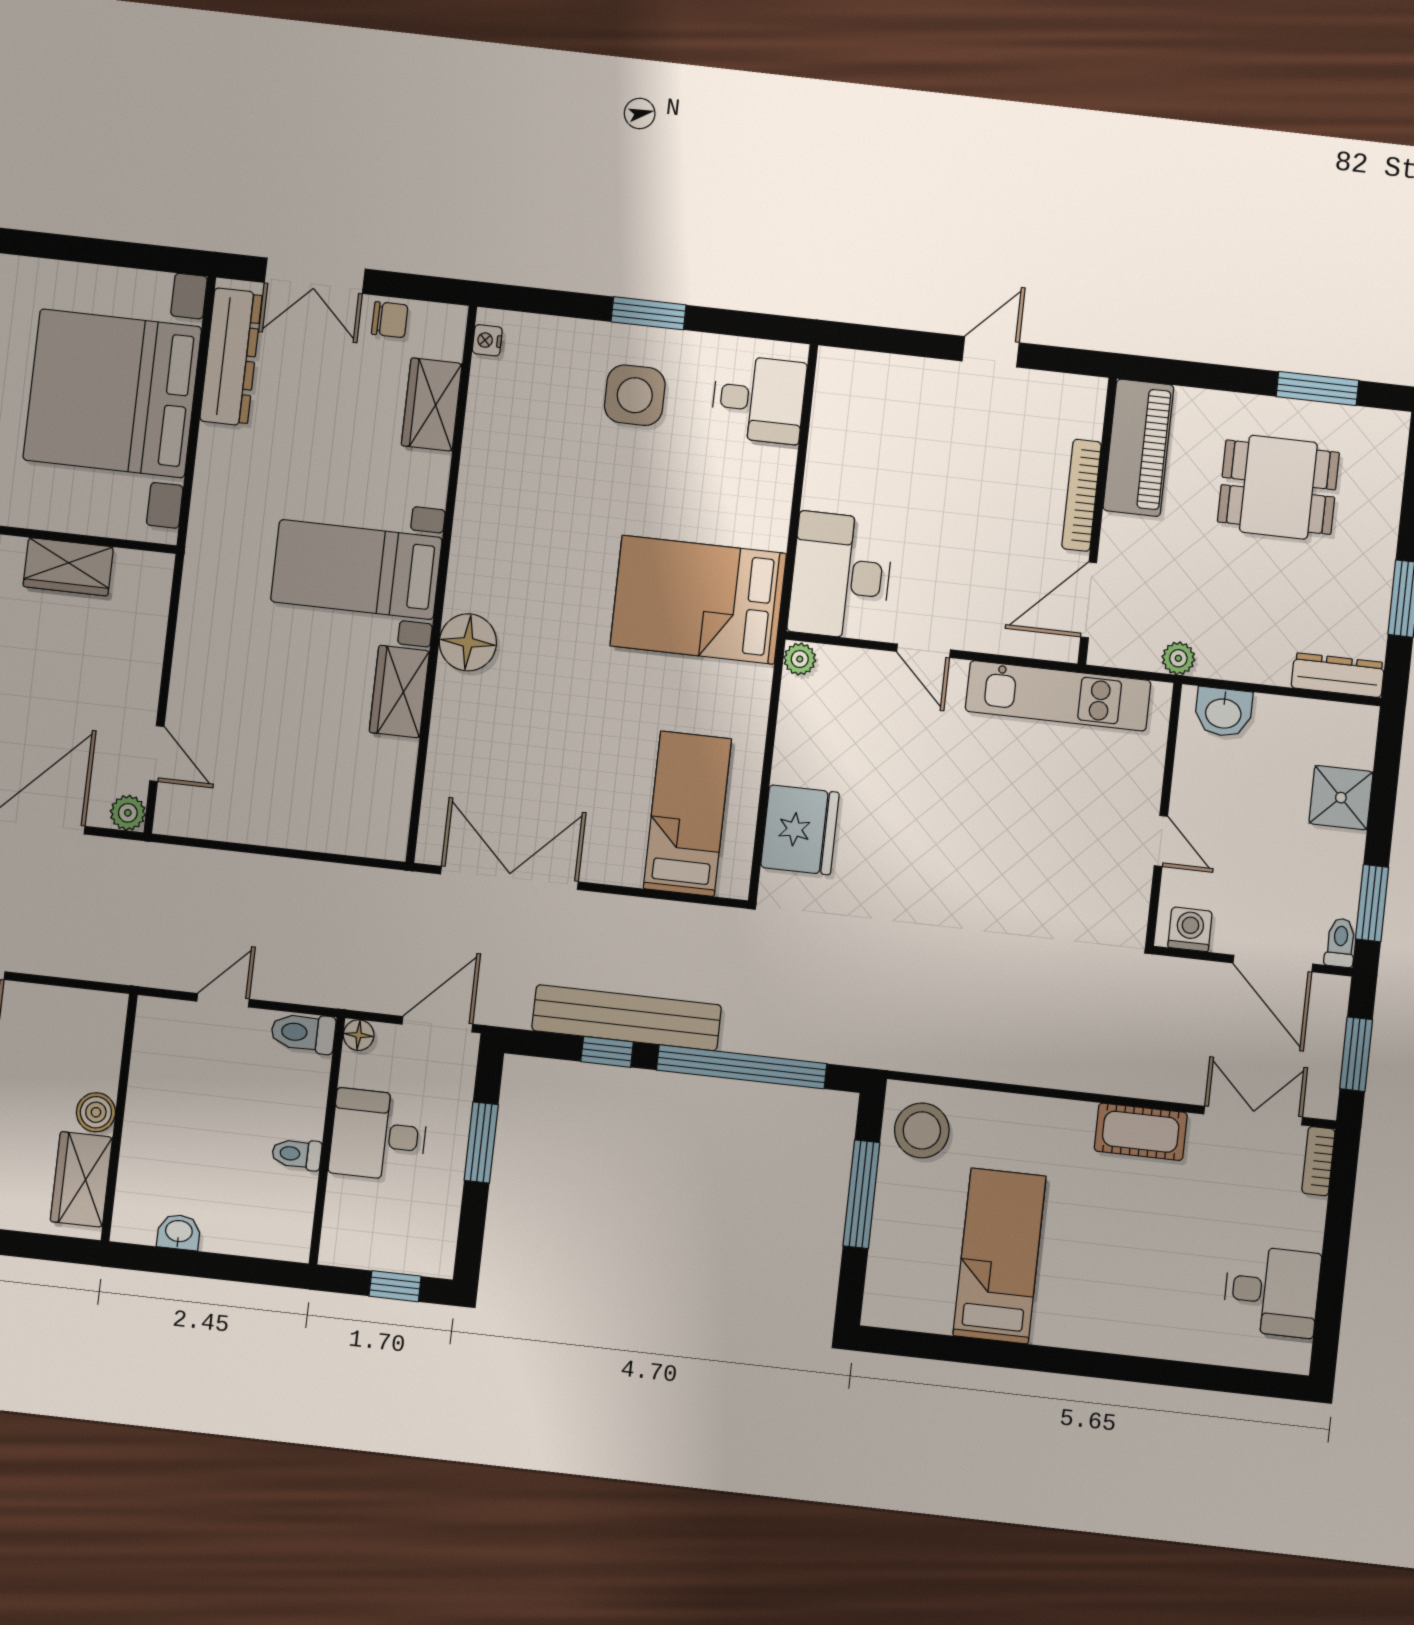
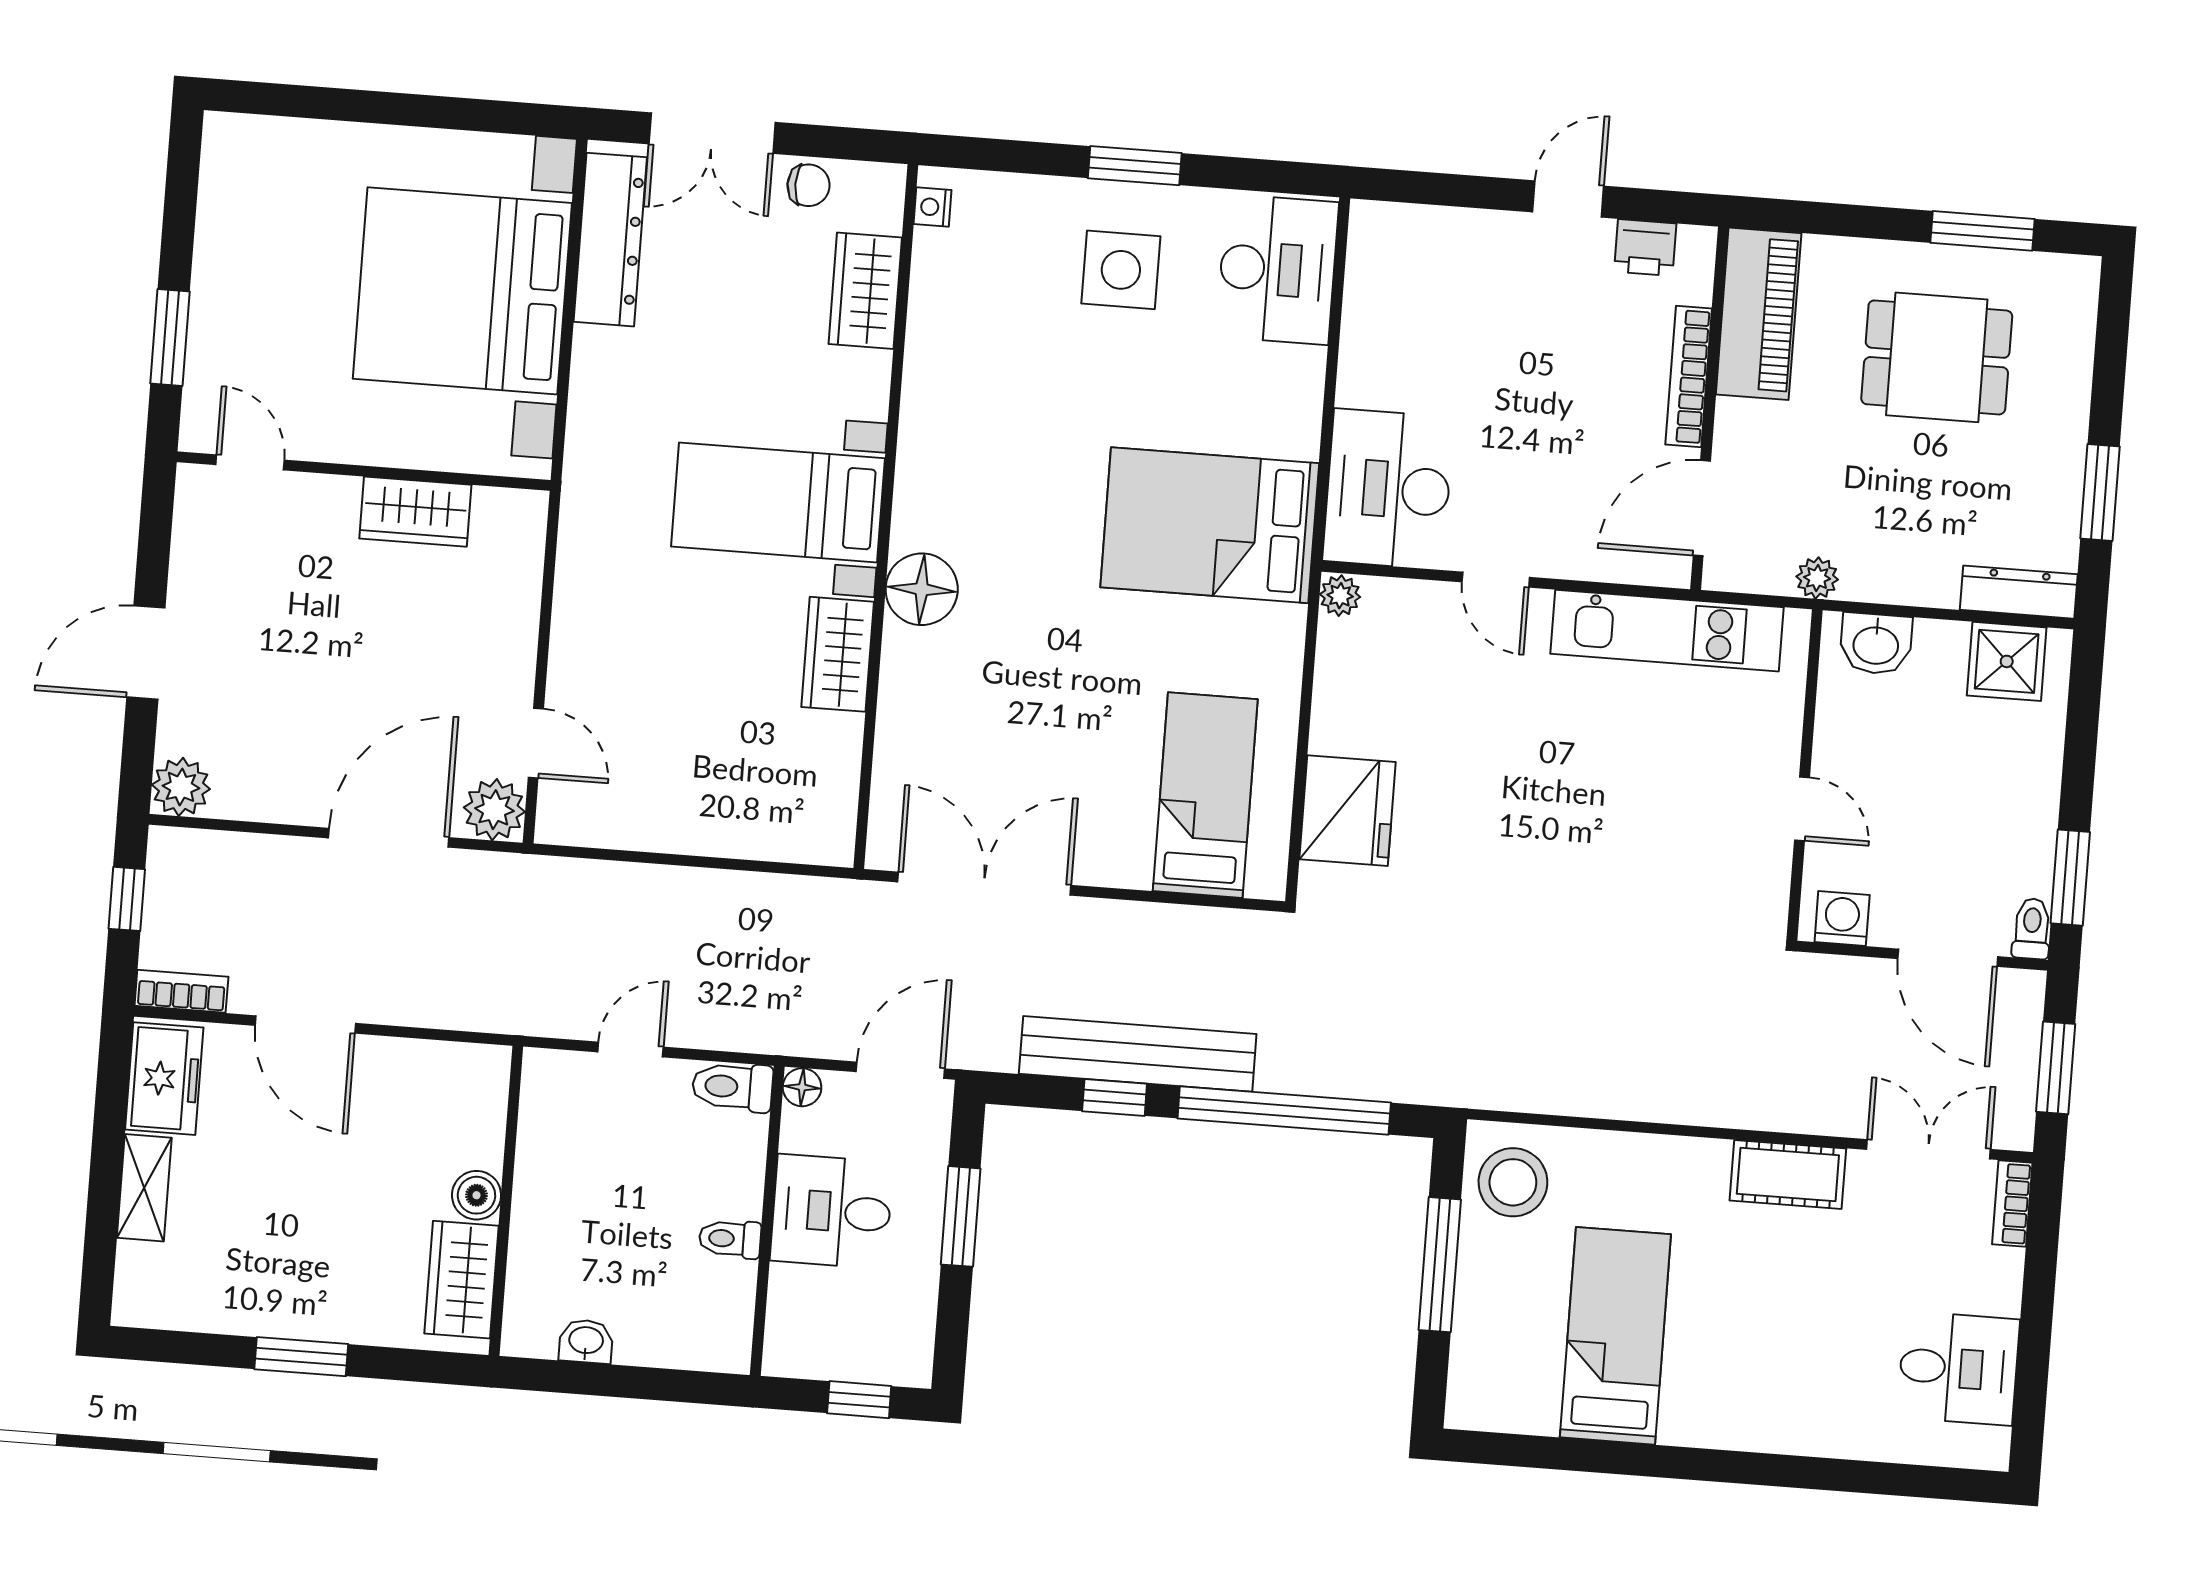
printer: (1050, 392) -> (1645, 248), added
desk: (759, 399) -> (1277, 270), width x1.37
shower: (1341, 798) -> (2007, 661), moved
plant: (128, 813) -> (494, 810), width x1.38, depth x1.38

